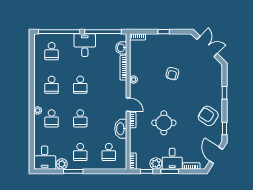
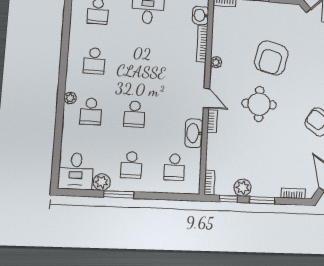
armchair: (172, 74) -> (271, 58), width x1.88, depth x1.88
school desk: (80, 85) -> (138, 64), removed
round table: (164, 123) -> (259, 104), moved
desk: (172, 159) -> (266, 182), removed

